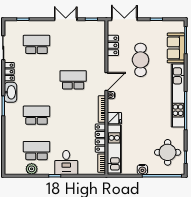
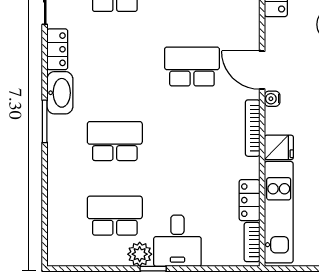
door: (106, 82) -> (262, 70), swing flipped
locker: (100, 138) -> (249, 200), width x0.66
plant: (32, 169) -> (140, 254), moved

